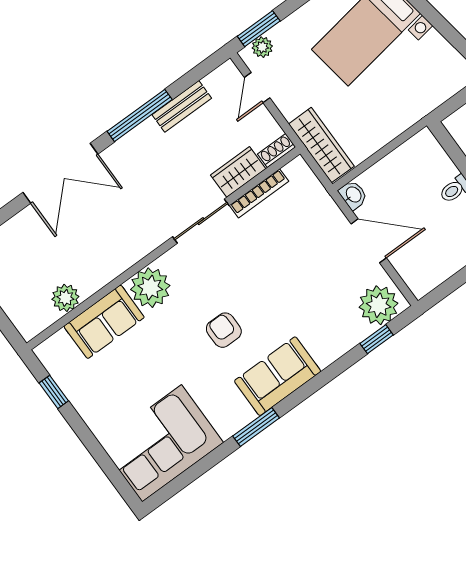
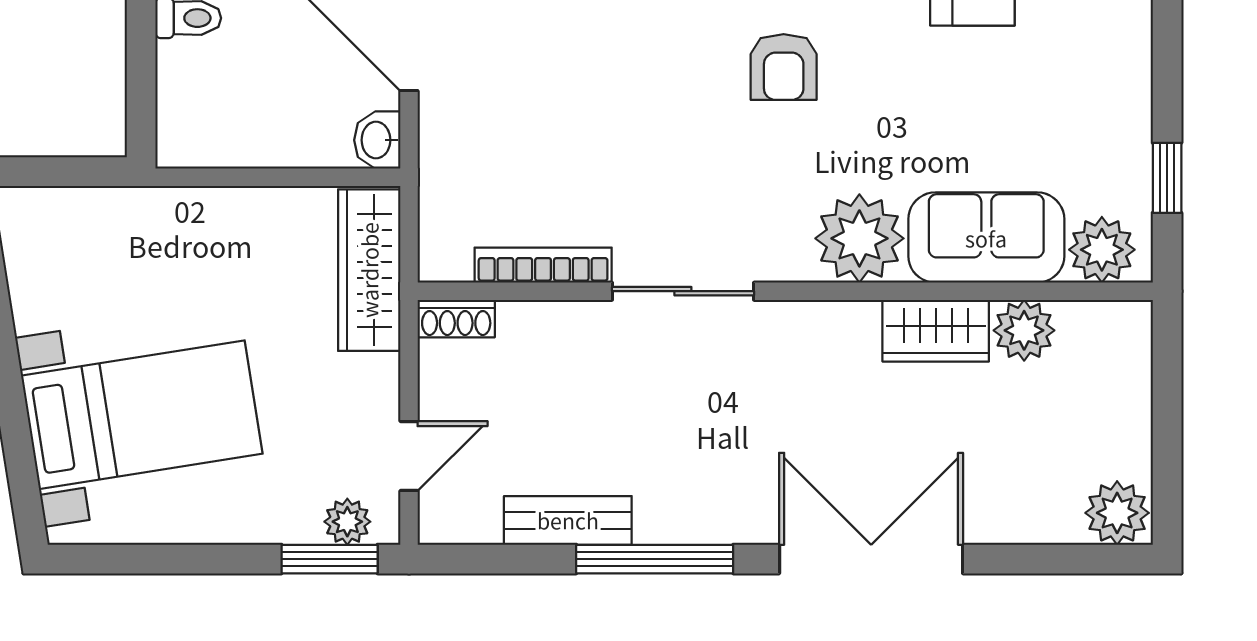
wardrobe: (238, 172) -> (936, 331), moved
plant: (58, 348) -> (1102, 250), added

